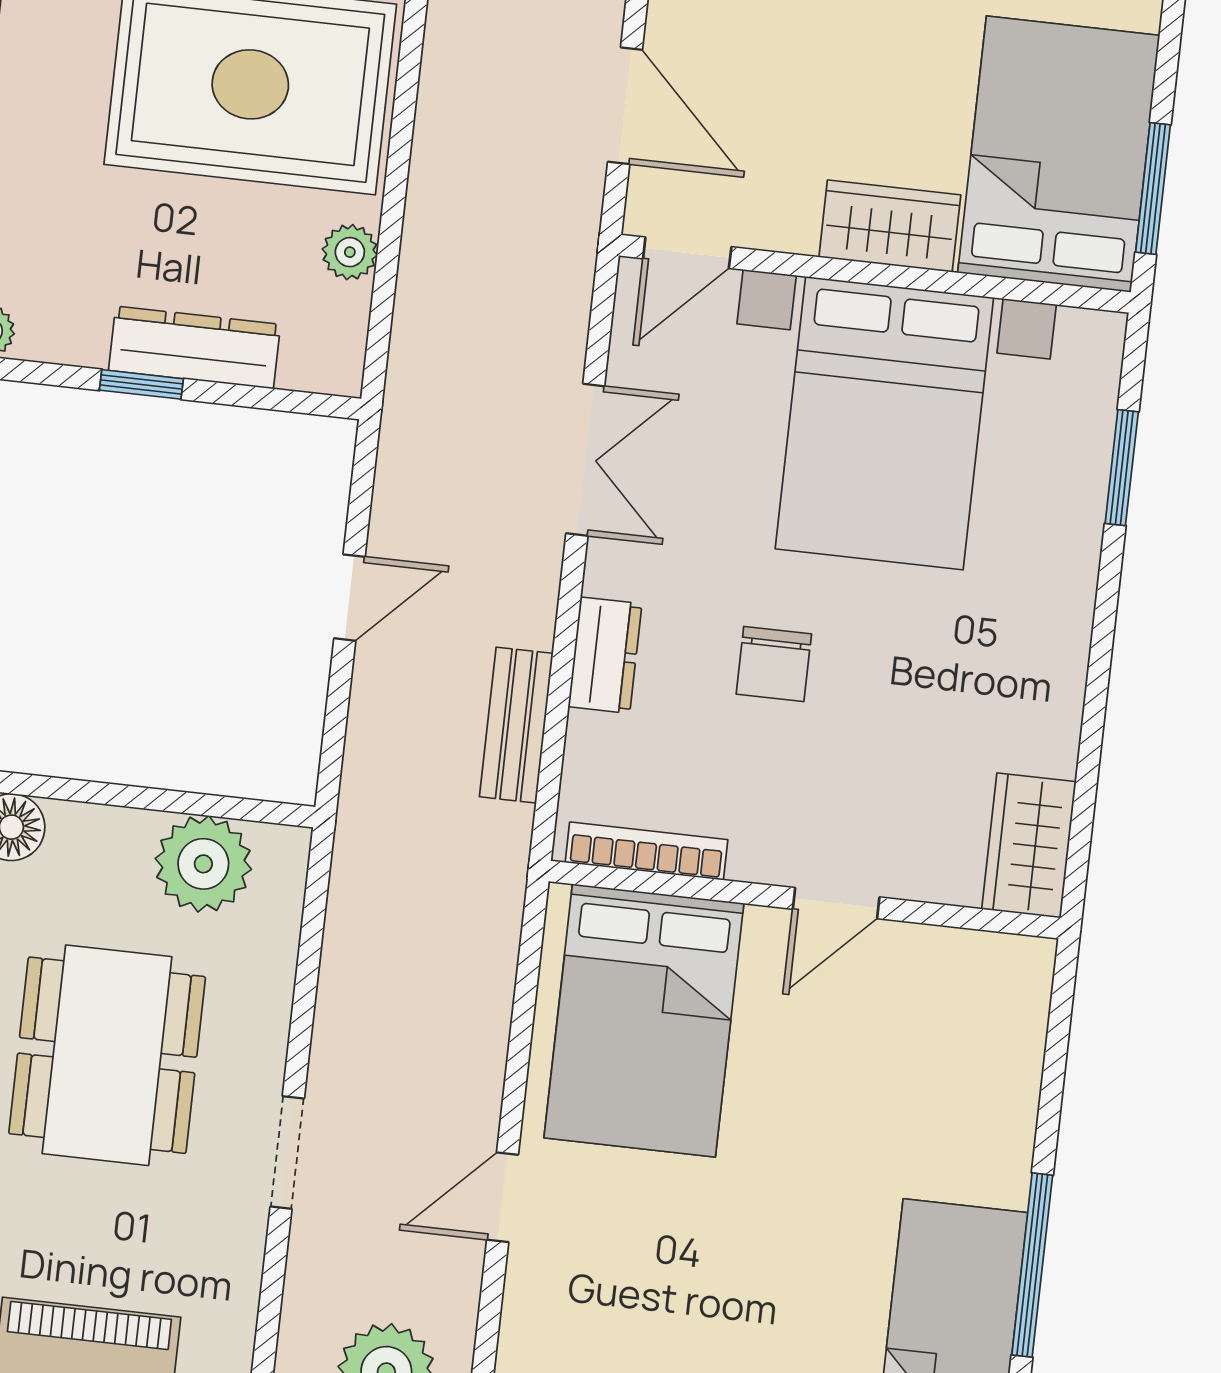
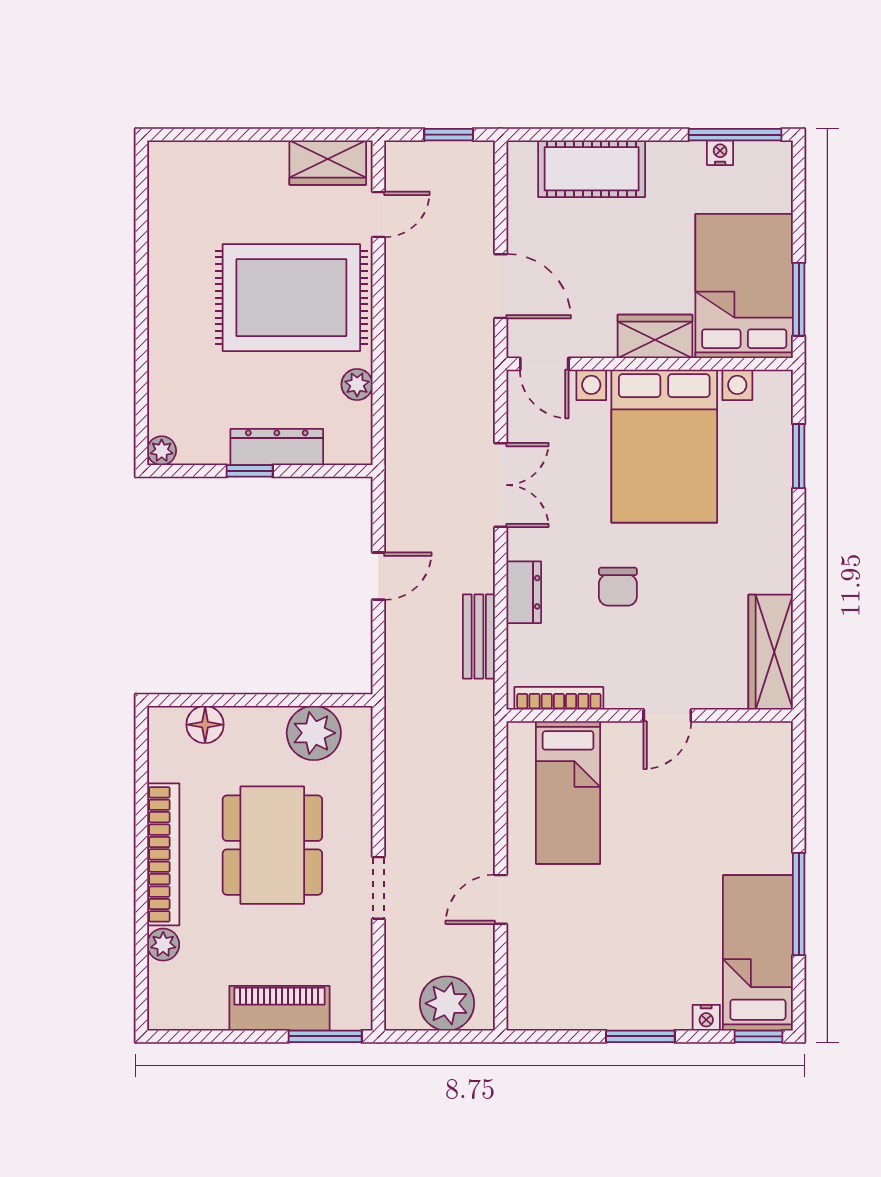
door: (687, 253) -> (544, 364), hinge flipped
wardrobe: (1029, 845) -> (771, 652), width x1.50
bed: (644, 1021) -> (568, 793), width x0.67

